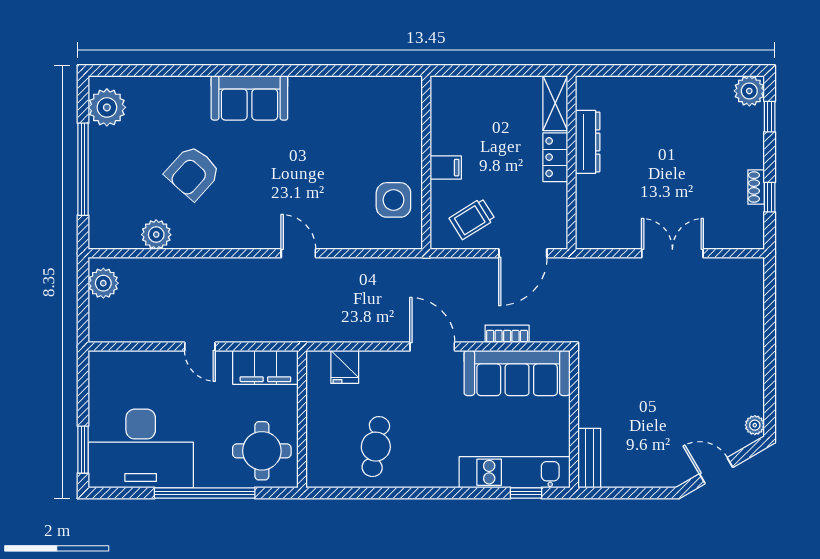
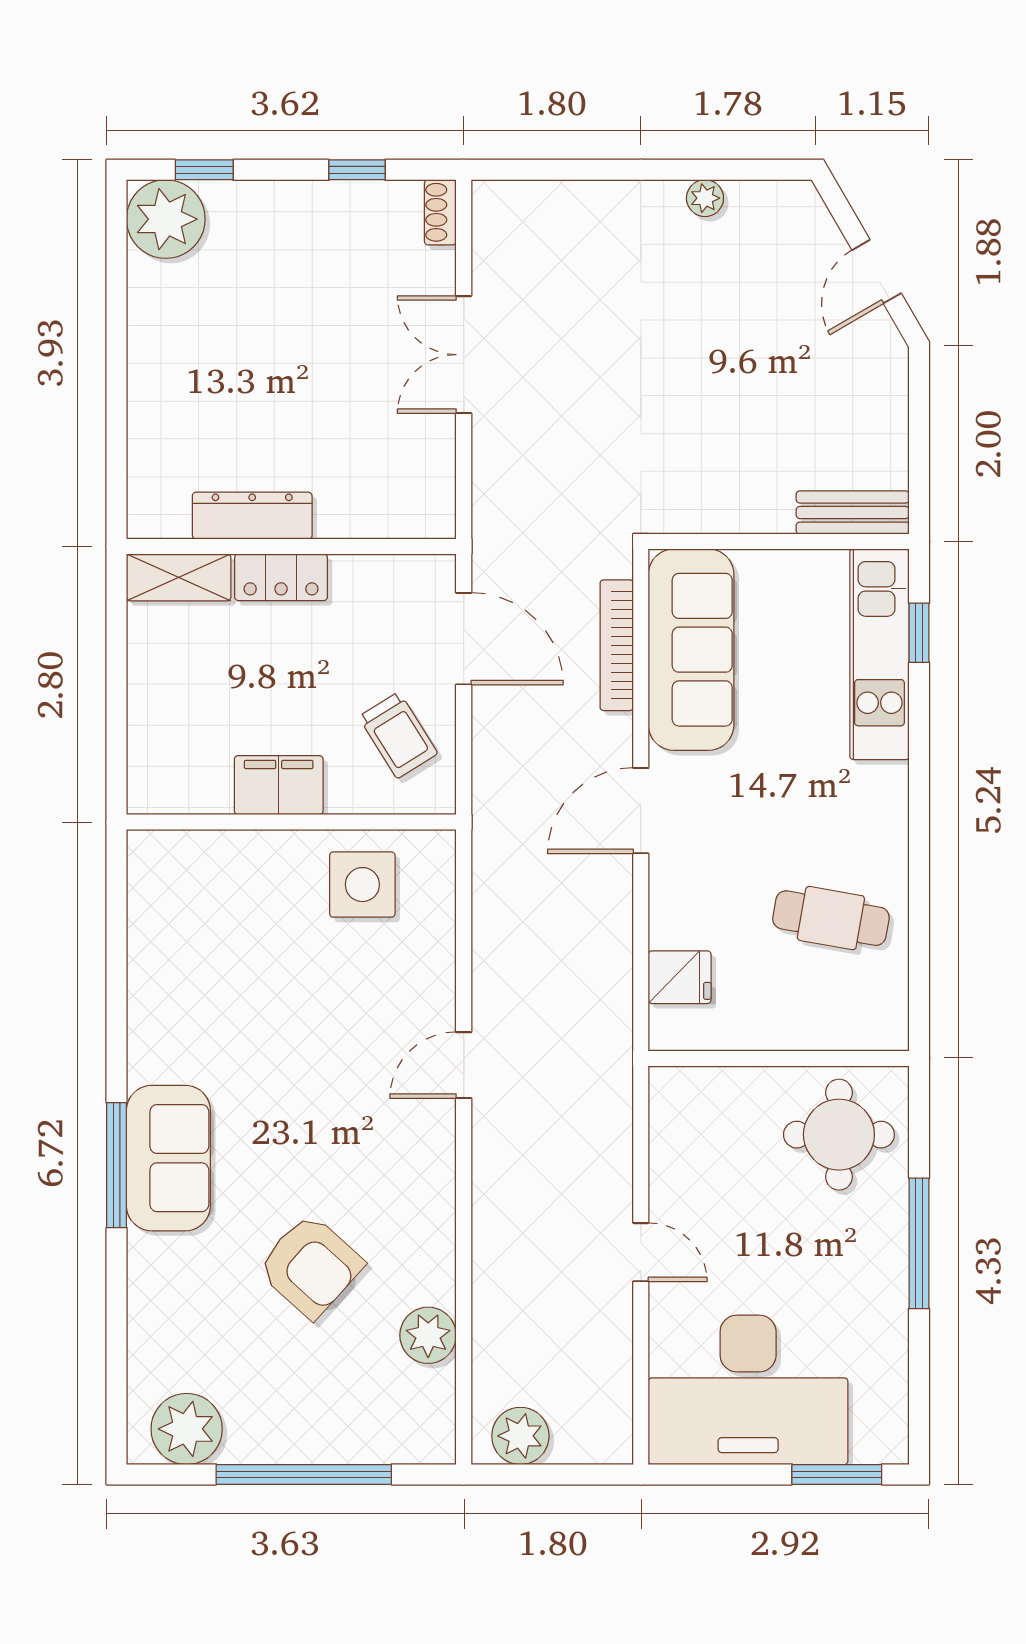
window: (246, 71) -> (117, 1165), added
plant: (749, 91) -> (166, 219), width x1.36, depth x1.36
filing cabinet: (446, 168) -> (279, 785), width x2.00
shoe rack: (756, 187) -> (440, 212), moved, turned 90
bookcase: (507, 334) -> (617, 645), width x1.56
door: (200, 347) -> (641, 1252), hinge flipped
filing cabinet: (265, 367) -> (680, 1128), removed
plant: (755, 425) -> (705, 198), moved
desk: (141, 448) -> (748, 1390), moved, turned 90
window: (205, 493) -> (919, 1243), width x0.68

